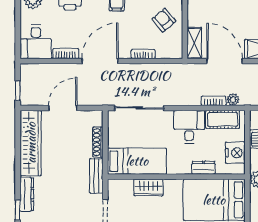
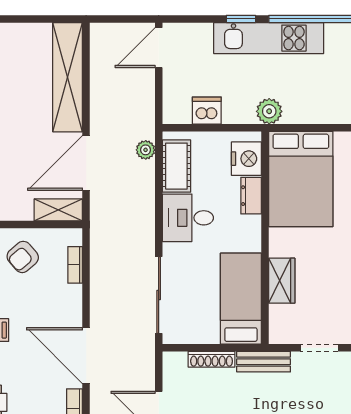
bookcase: (143, 54) -> (75, 265), moved
bookcase: (214, 101) -> (147, 180), removed
nightstand: (235, 153) -> (246, 159), moved, turned 90

